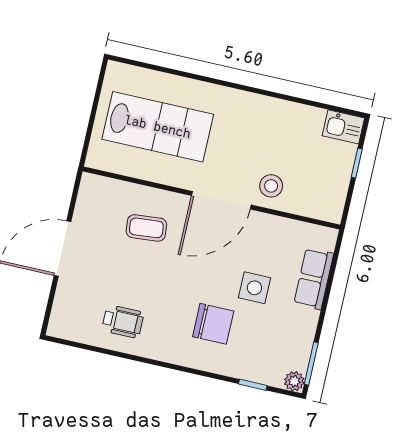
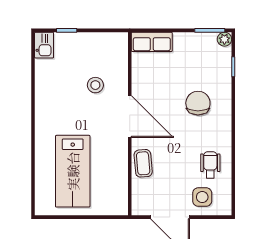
lab bench: (158, 127) -> (73, 171), turned 180
wall: (211, 198) -> (130, 124), moved
door: (221, 200) -> (130, 117), moved
side table: (254, 288) -> (202, 197), moved

